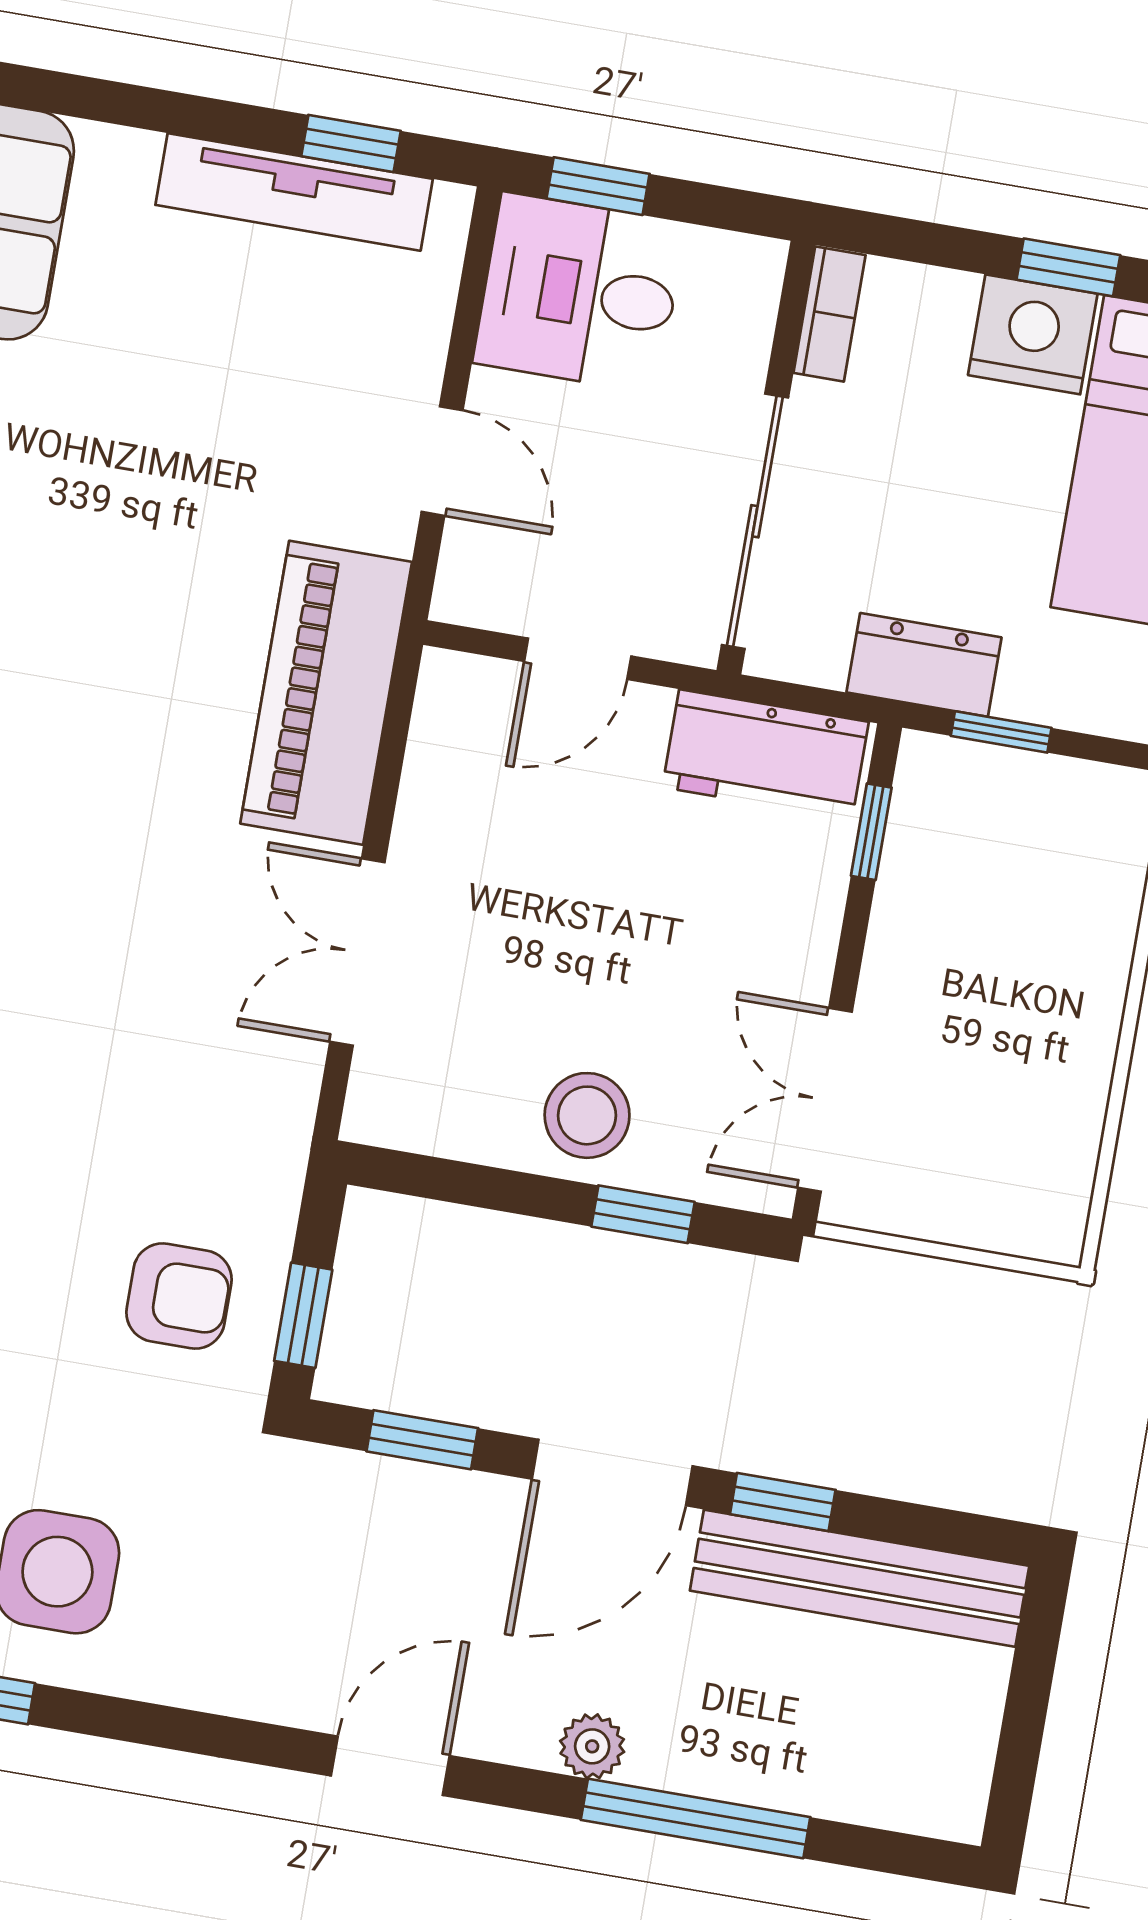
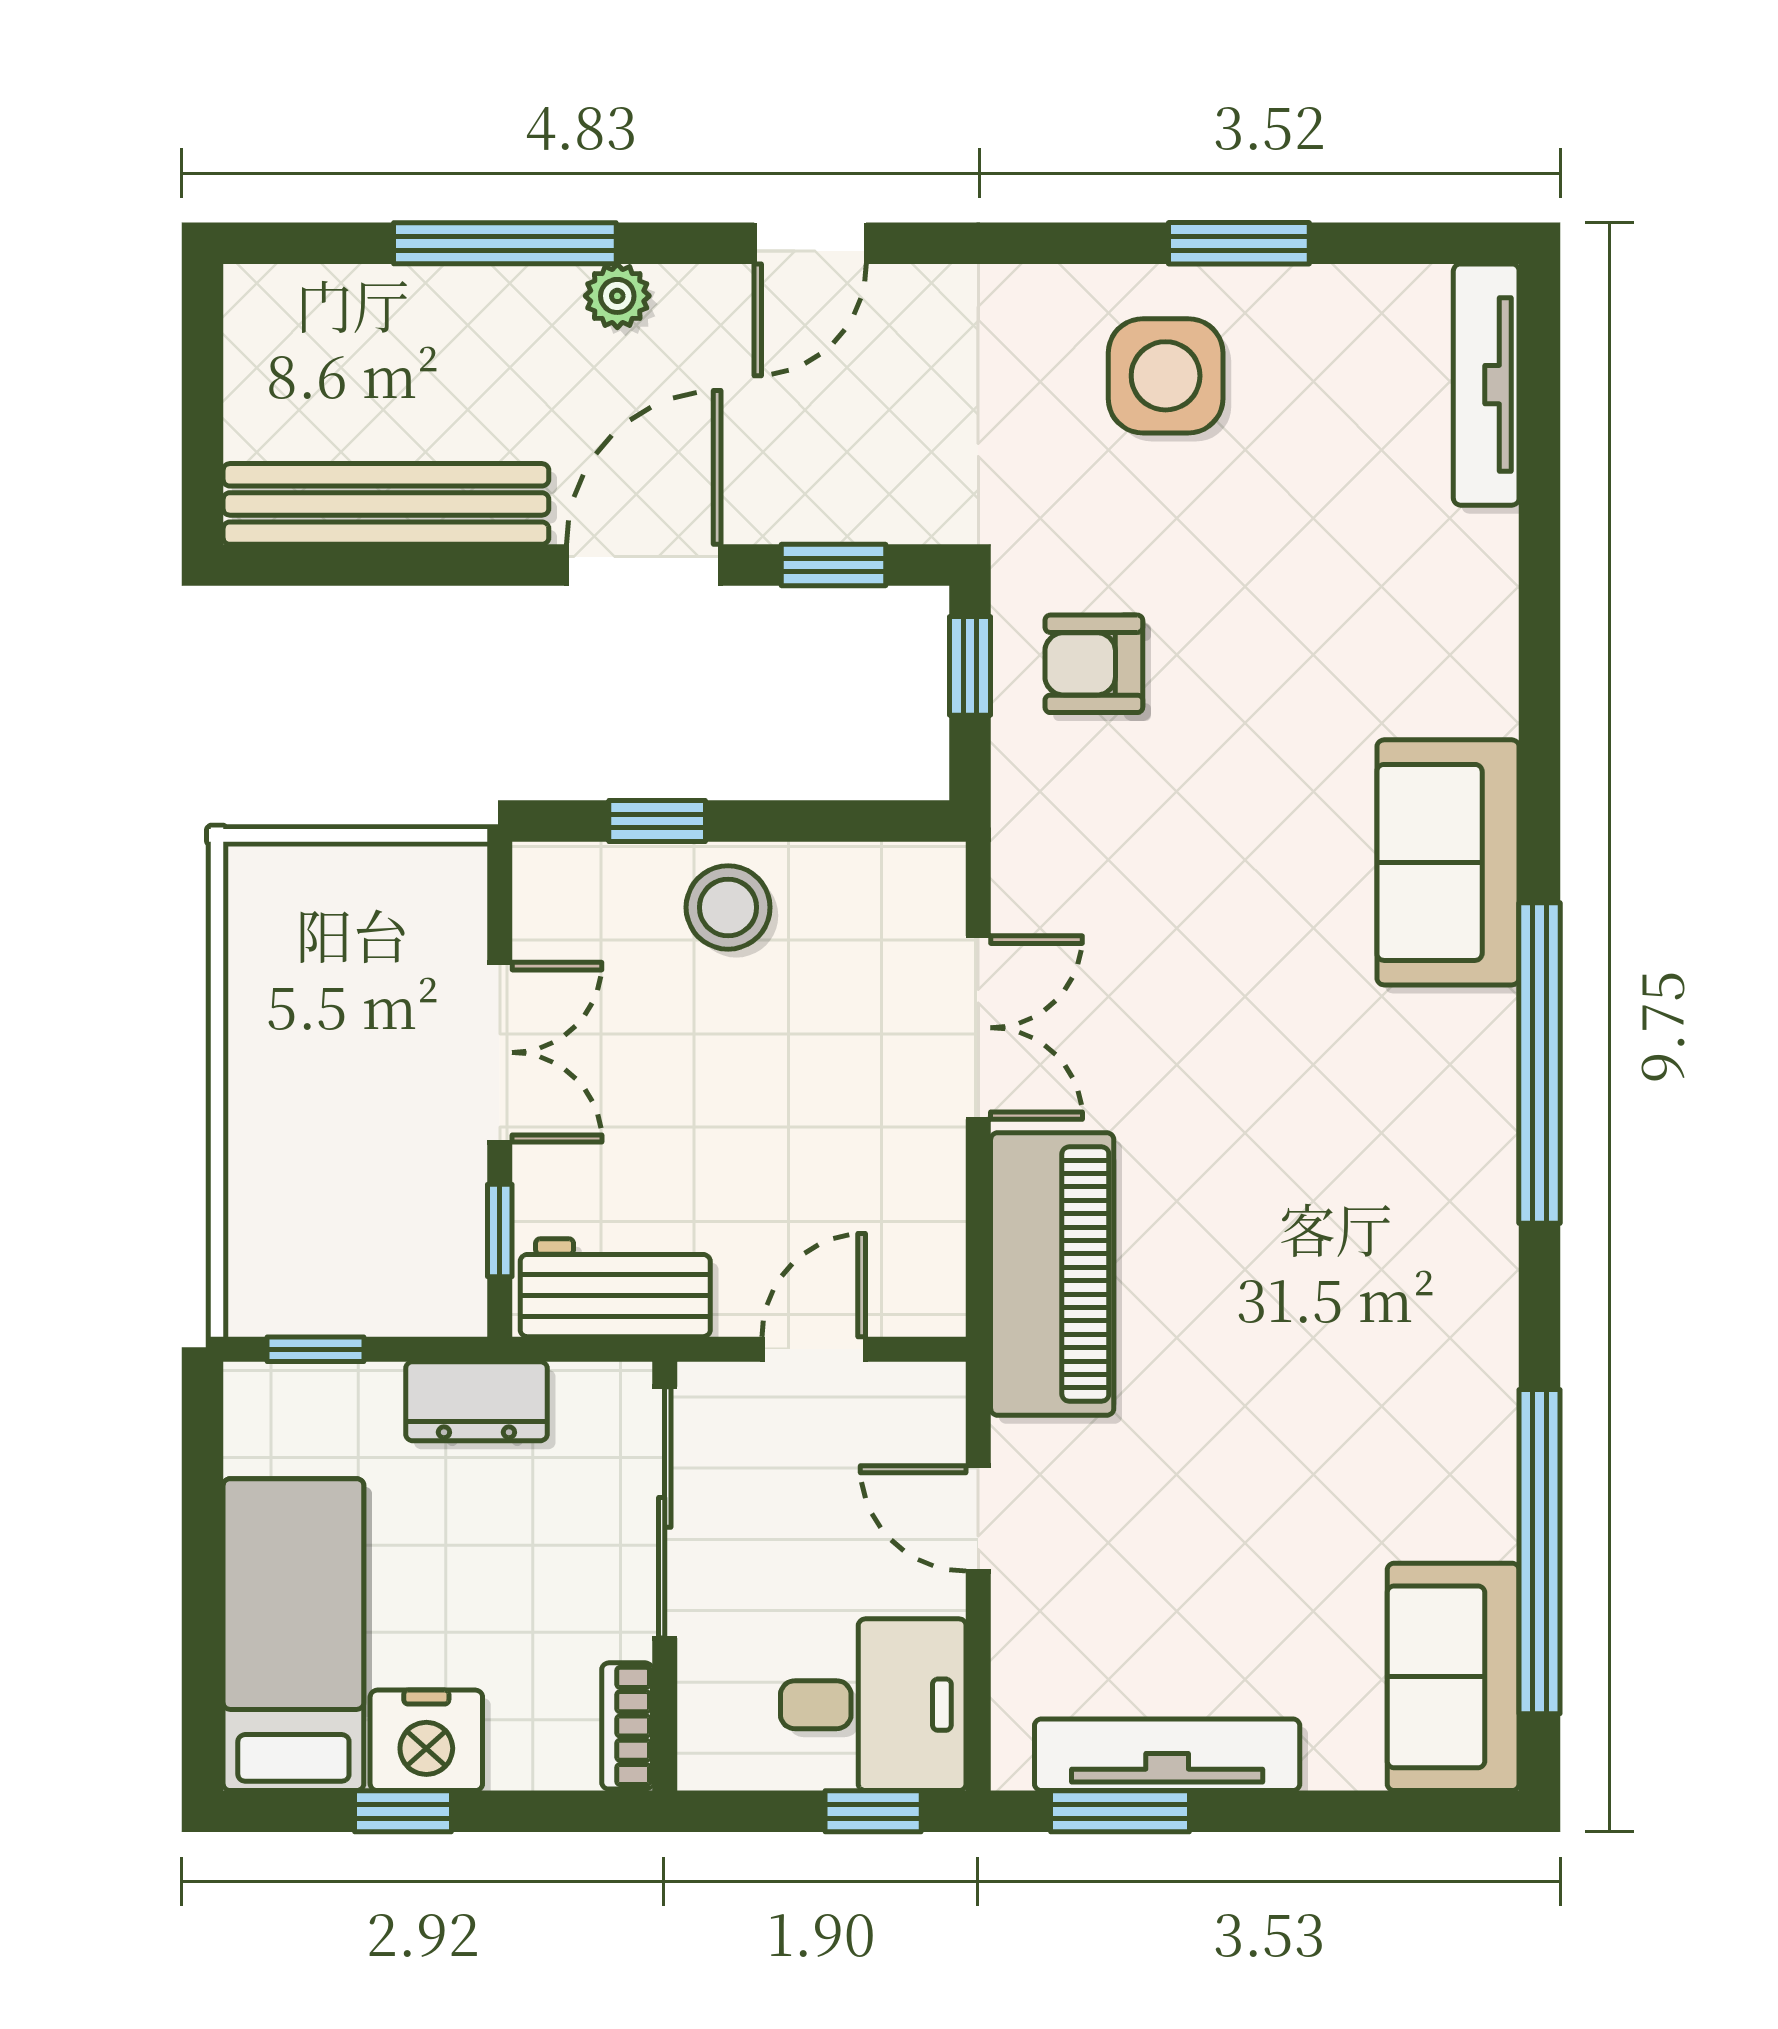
window: (351, 143) -> (1120, 1811), width x1.50
window: (1001, 732) -> (315, 1349), moved
double door: (825, 1100) -> (500, 1052), moved
window: (783, 1502) -> (473, 565), removed

